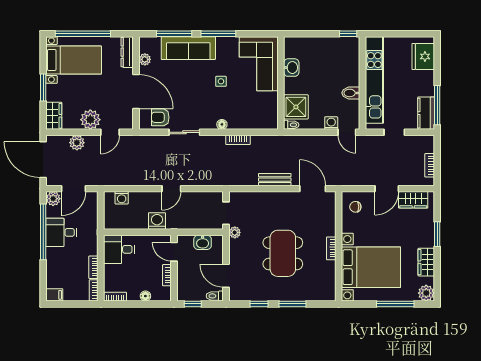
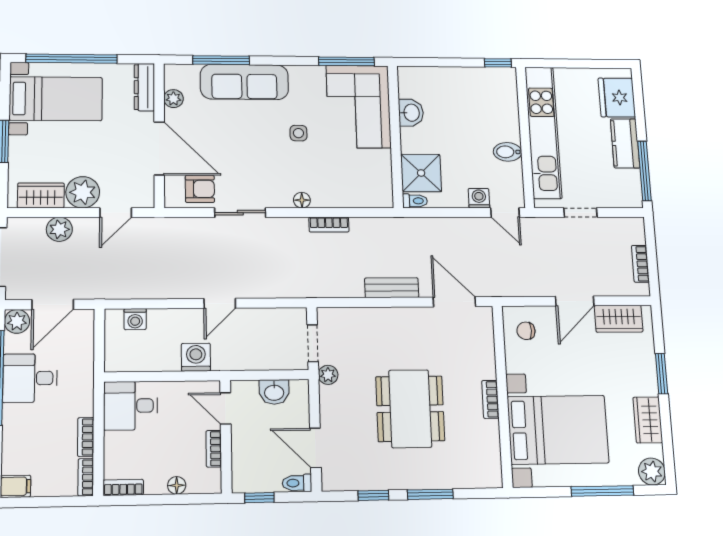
window: (218, 34) -> (347, 61), moved
kitchen counter: (426, 113) -> (625, 143), moved
wardrobe: (54, 116) -> (41, 195), moved, turned -90
armchair: (160, 117) -> (200, 189), turned 180

